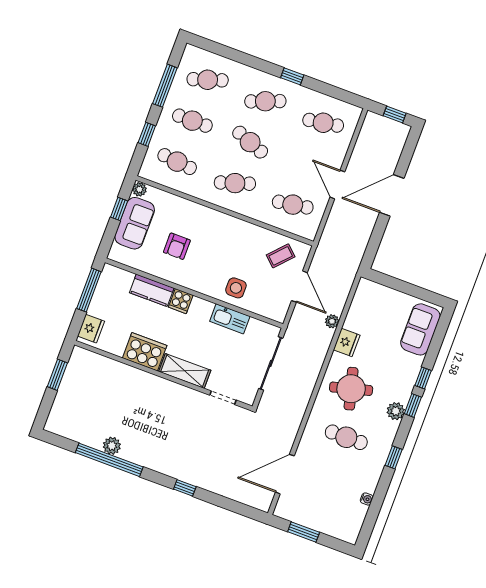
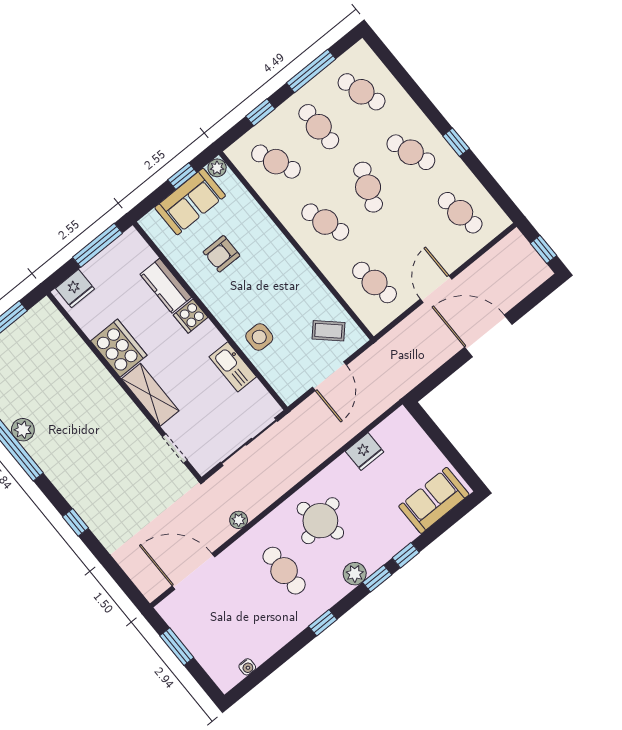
cafe table: (177, 162) -> (276, 162), turned -30
plant: (332, 321) -> (239, 520), moved
fridge: (347, 342) -> (365, 452), moved
water cooler: (367, 499) -> (247, 667), moved

